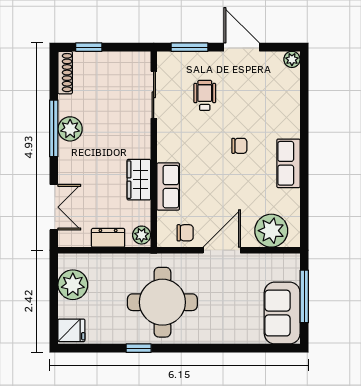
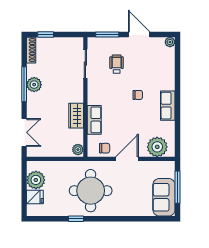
dresser: (108, 238) -> (57, 151), removed
fridge: (71, 330) -> (35, 197), moved

